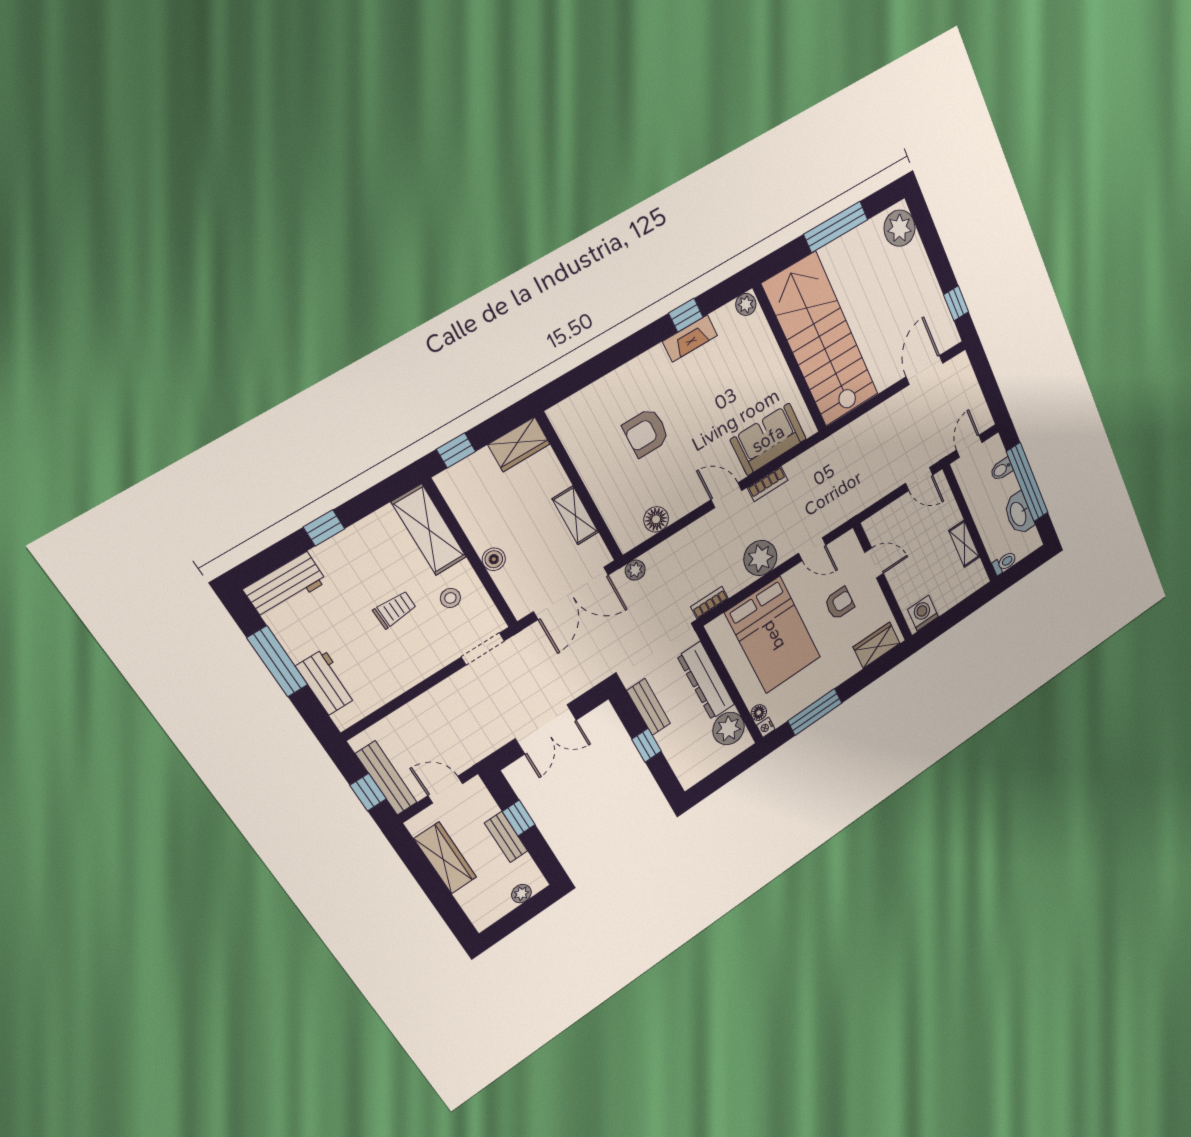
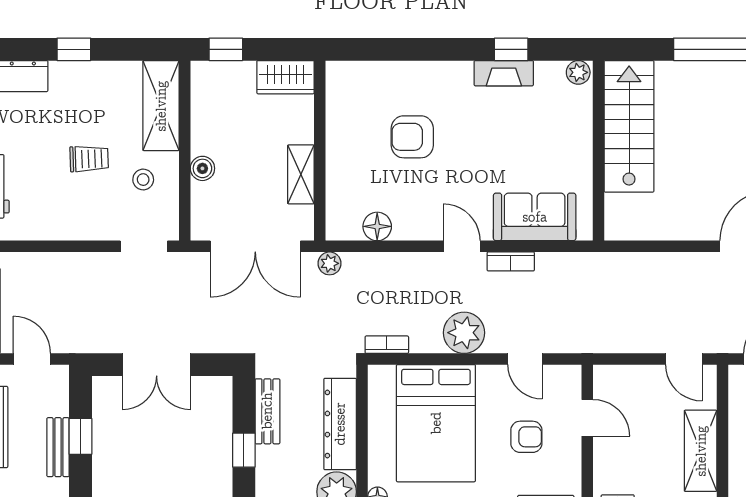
stairs: (821, 340) -> (629, 126), width x0.73, depth x0.66
shelving: (964, 544) -> (701, 451), width x1.50, depth x1.33

